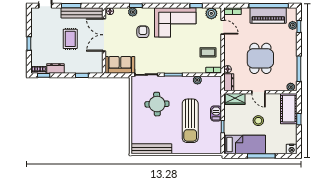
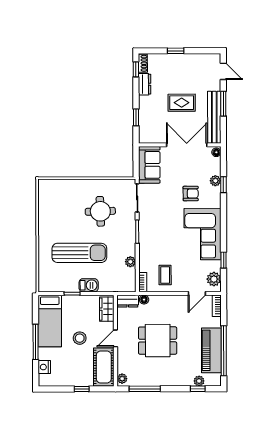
cot: (289, 109) -> (104, 367), moved, turned 90
sun lounger: (190, 121) -> (79, 253), turned 180
bench: (151, 149) -> (44, 204), removed
nightstand: (292, 149) -> (44, 367), moved

